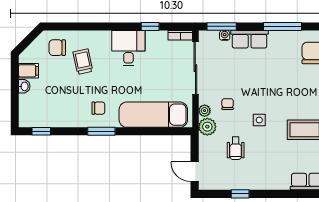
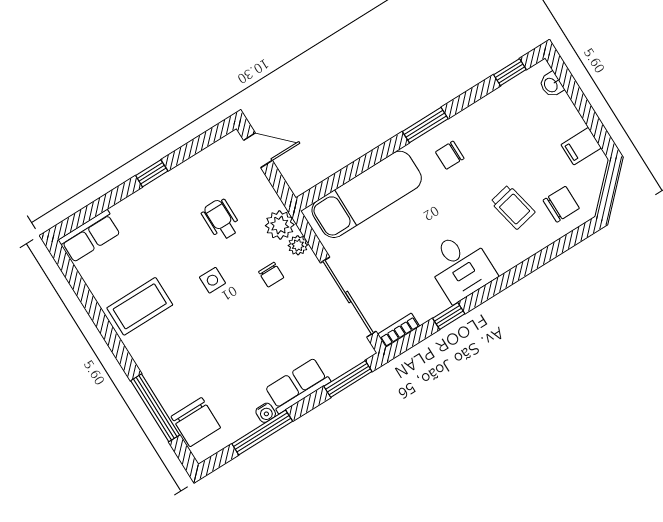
water cooler: (225, 35) -> (266, 413), moved
washbasin: (24, 86) -> (551, 85), moved
window: (240, 194) -> (152, 173), moved

